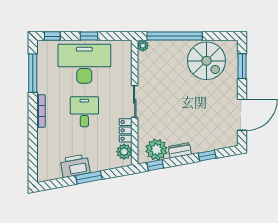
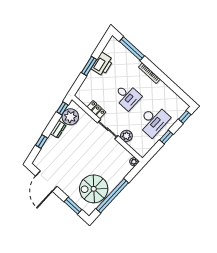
window: (175, 36) -> (112, 196), moved
desk: (84, 64) -> (153, 121), width x0.73, depth x0.77
window: (33, 73) -> (132, 49), moved
plant: (124, 152) -> (126, 136), moved

